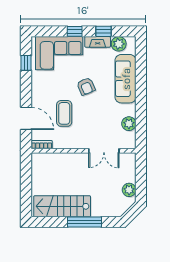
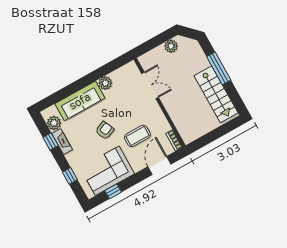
window: (75, 31) -> (70, 176), moved
corner sofa: (59, 53) -> (107, 171), moved, turned -90
plant: (129, 124) -> (105, 83), moved

